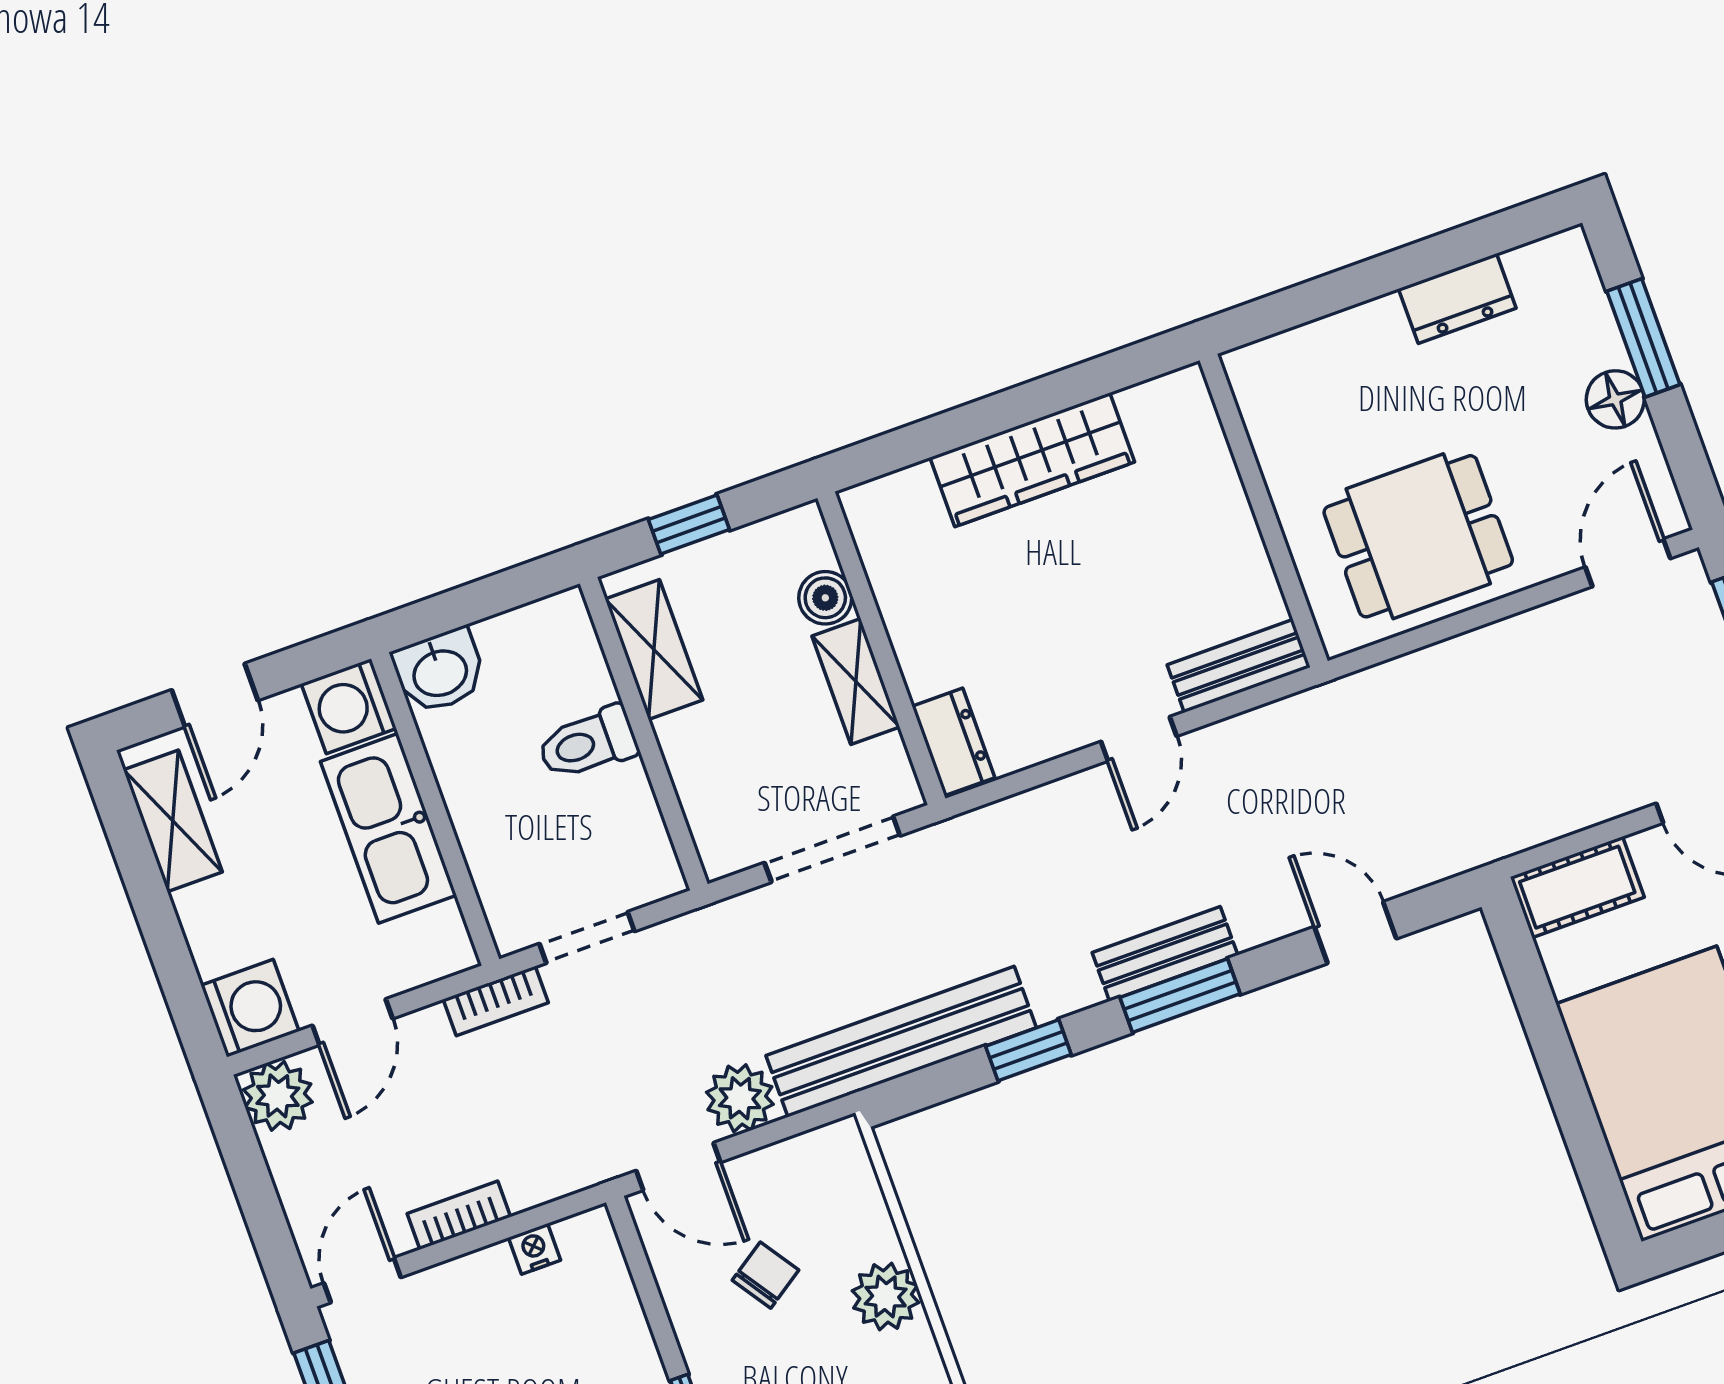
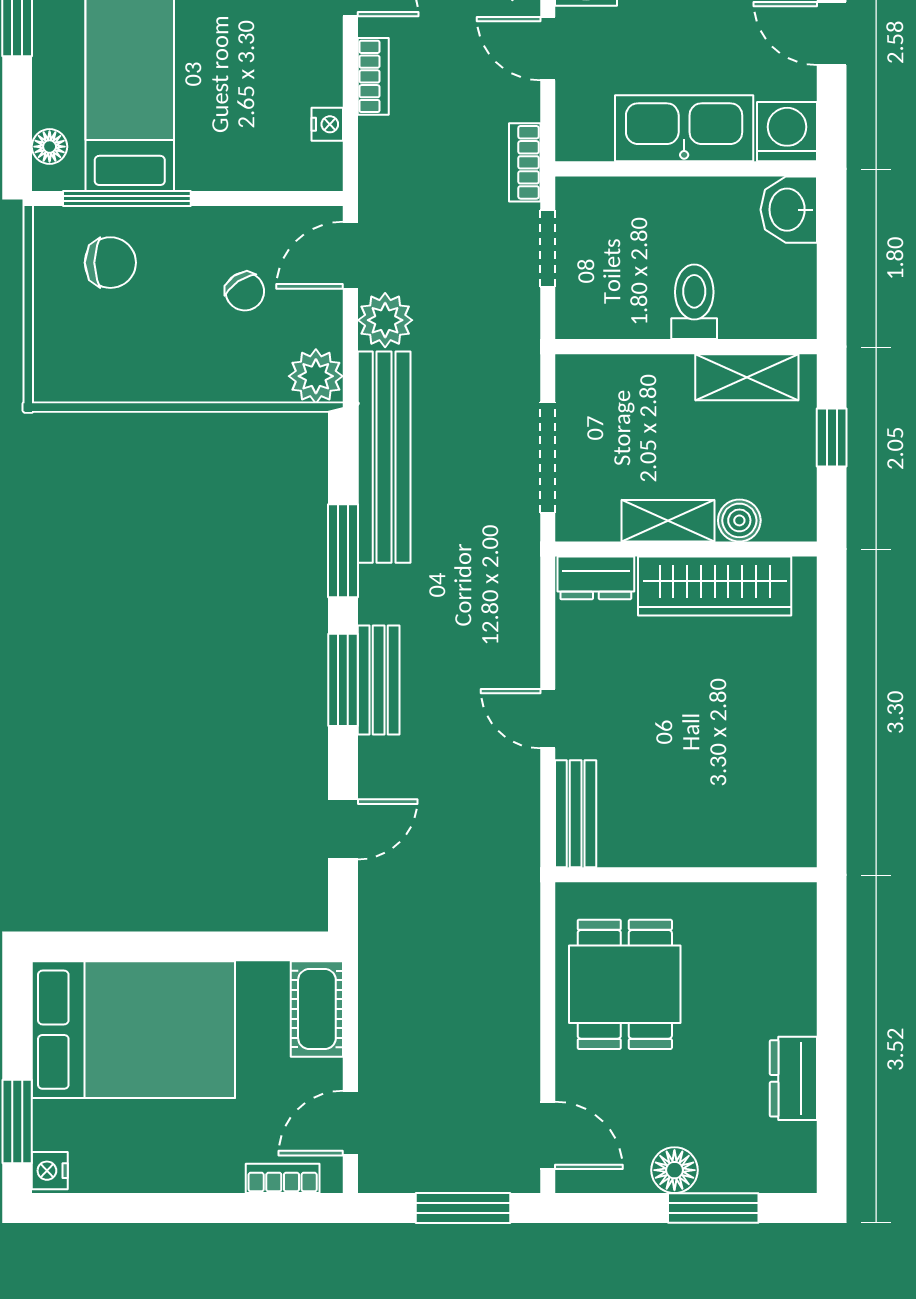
wardrobe: (1032, 460) -> (715, 586), moved, turned -90
window: (1028, 1050) -> (343, 551), width x1.50
plant: (886, 1297) -> (316, 376), moved

